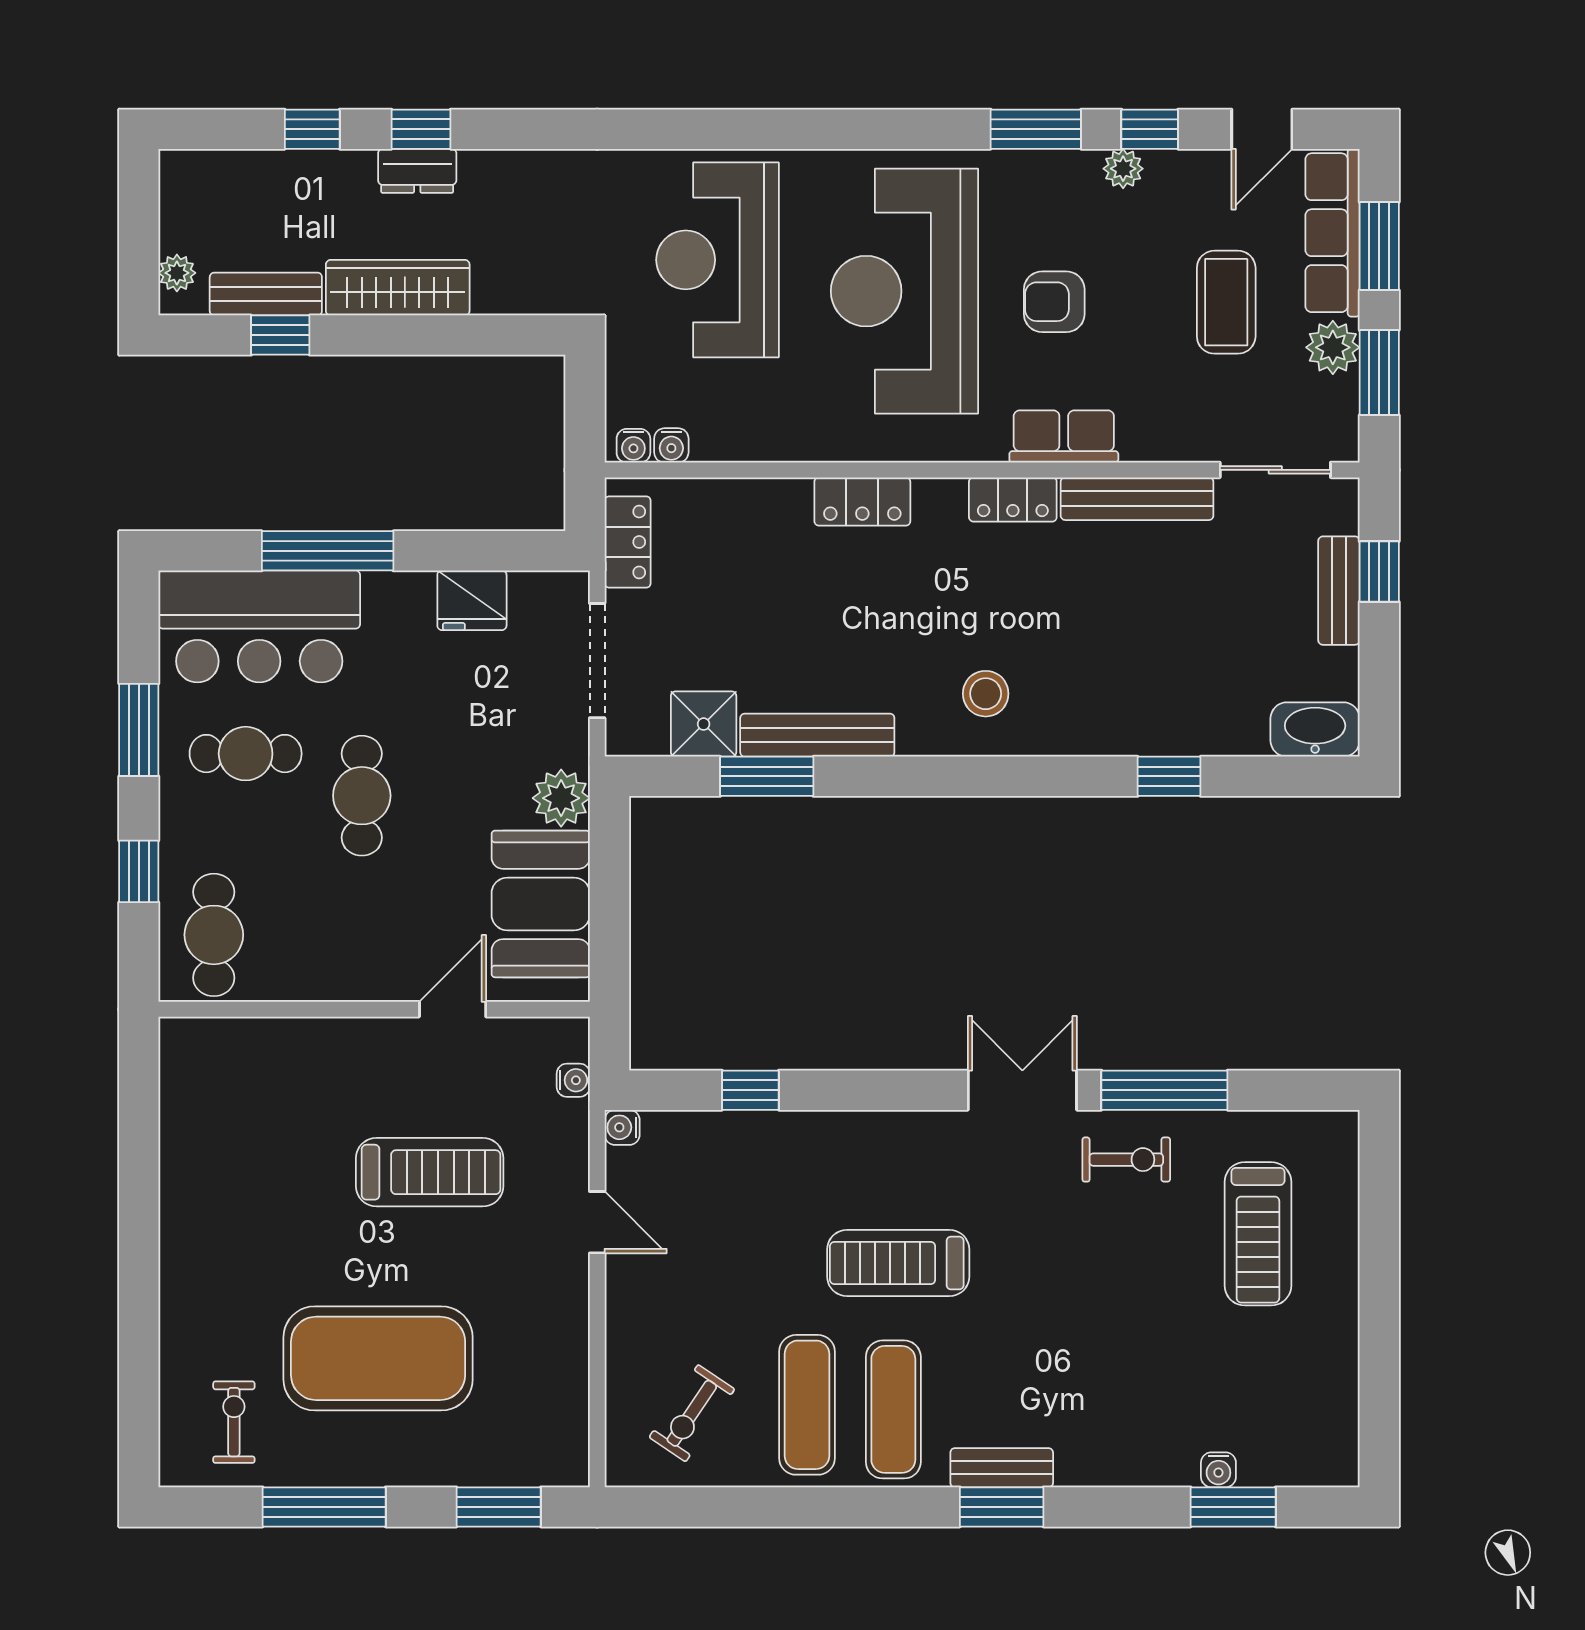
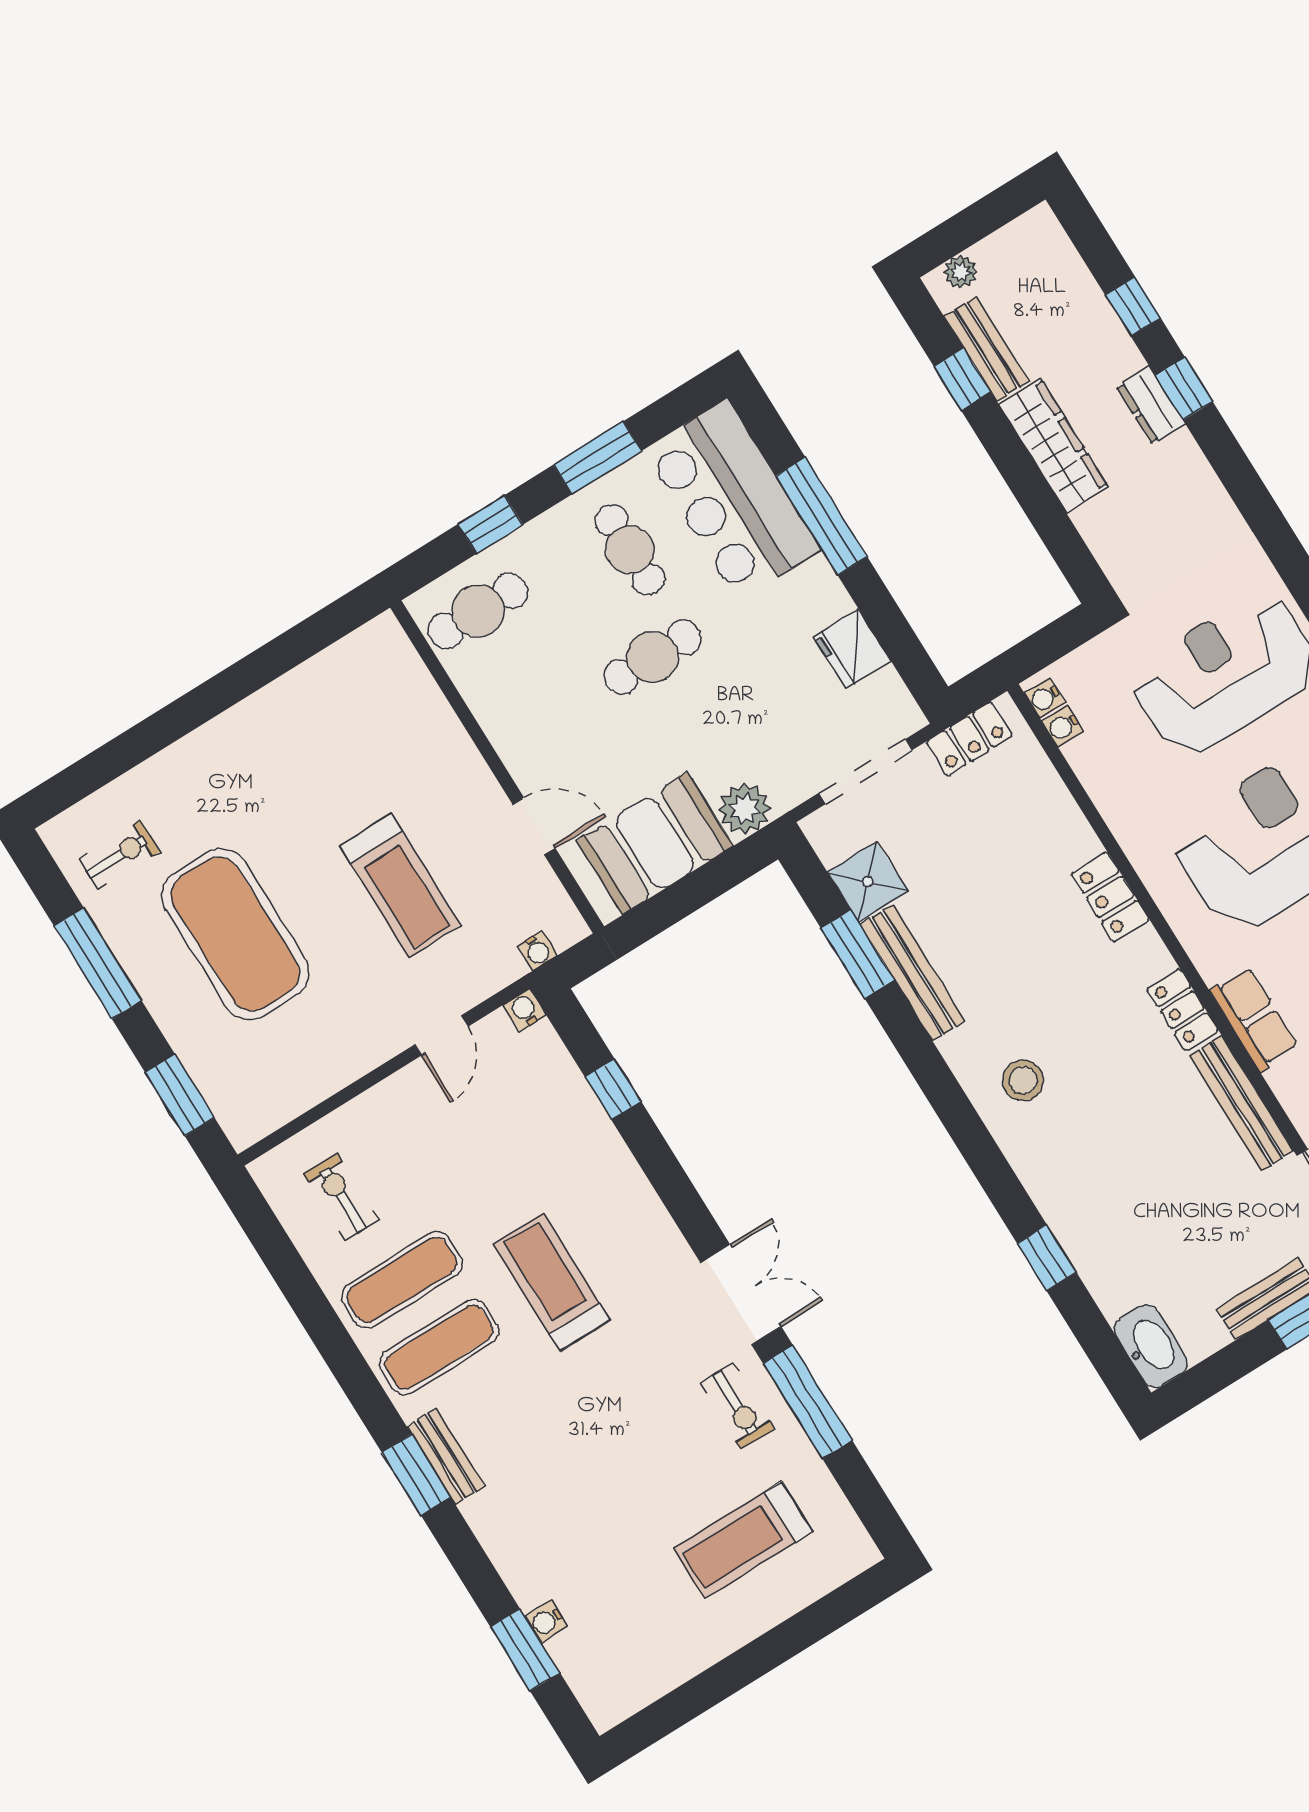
exercise bike: (692, 1413) -> (341, 1197), turned 56

